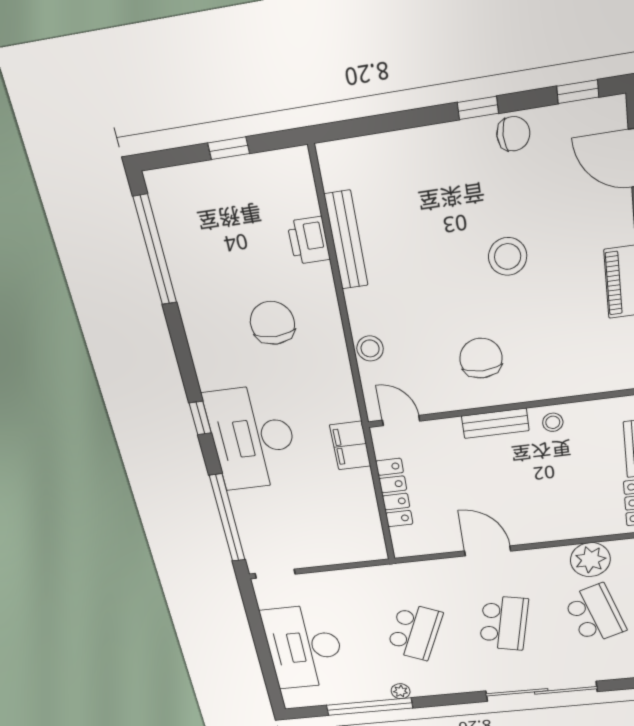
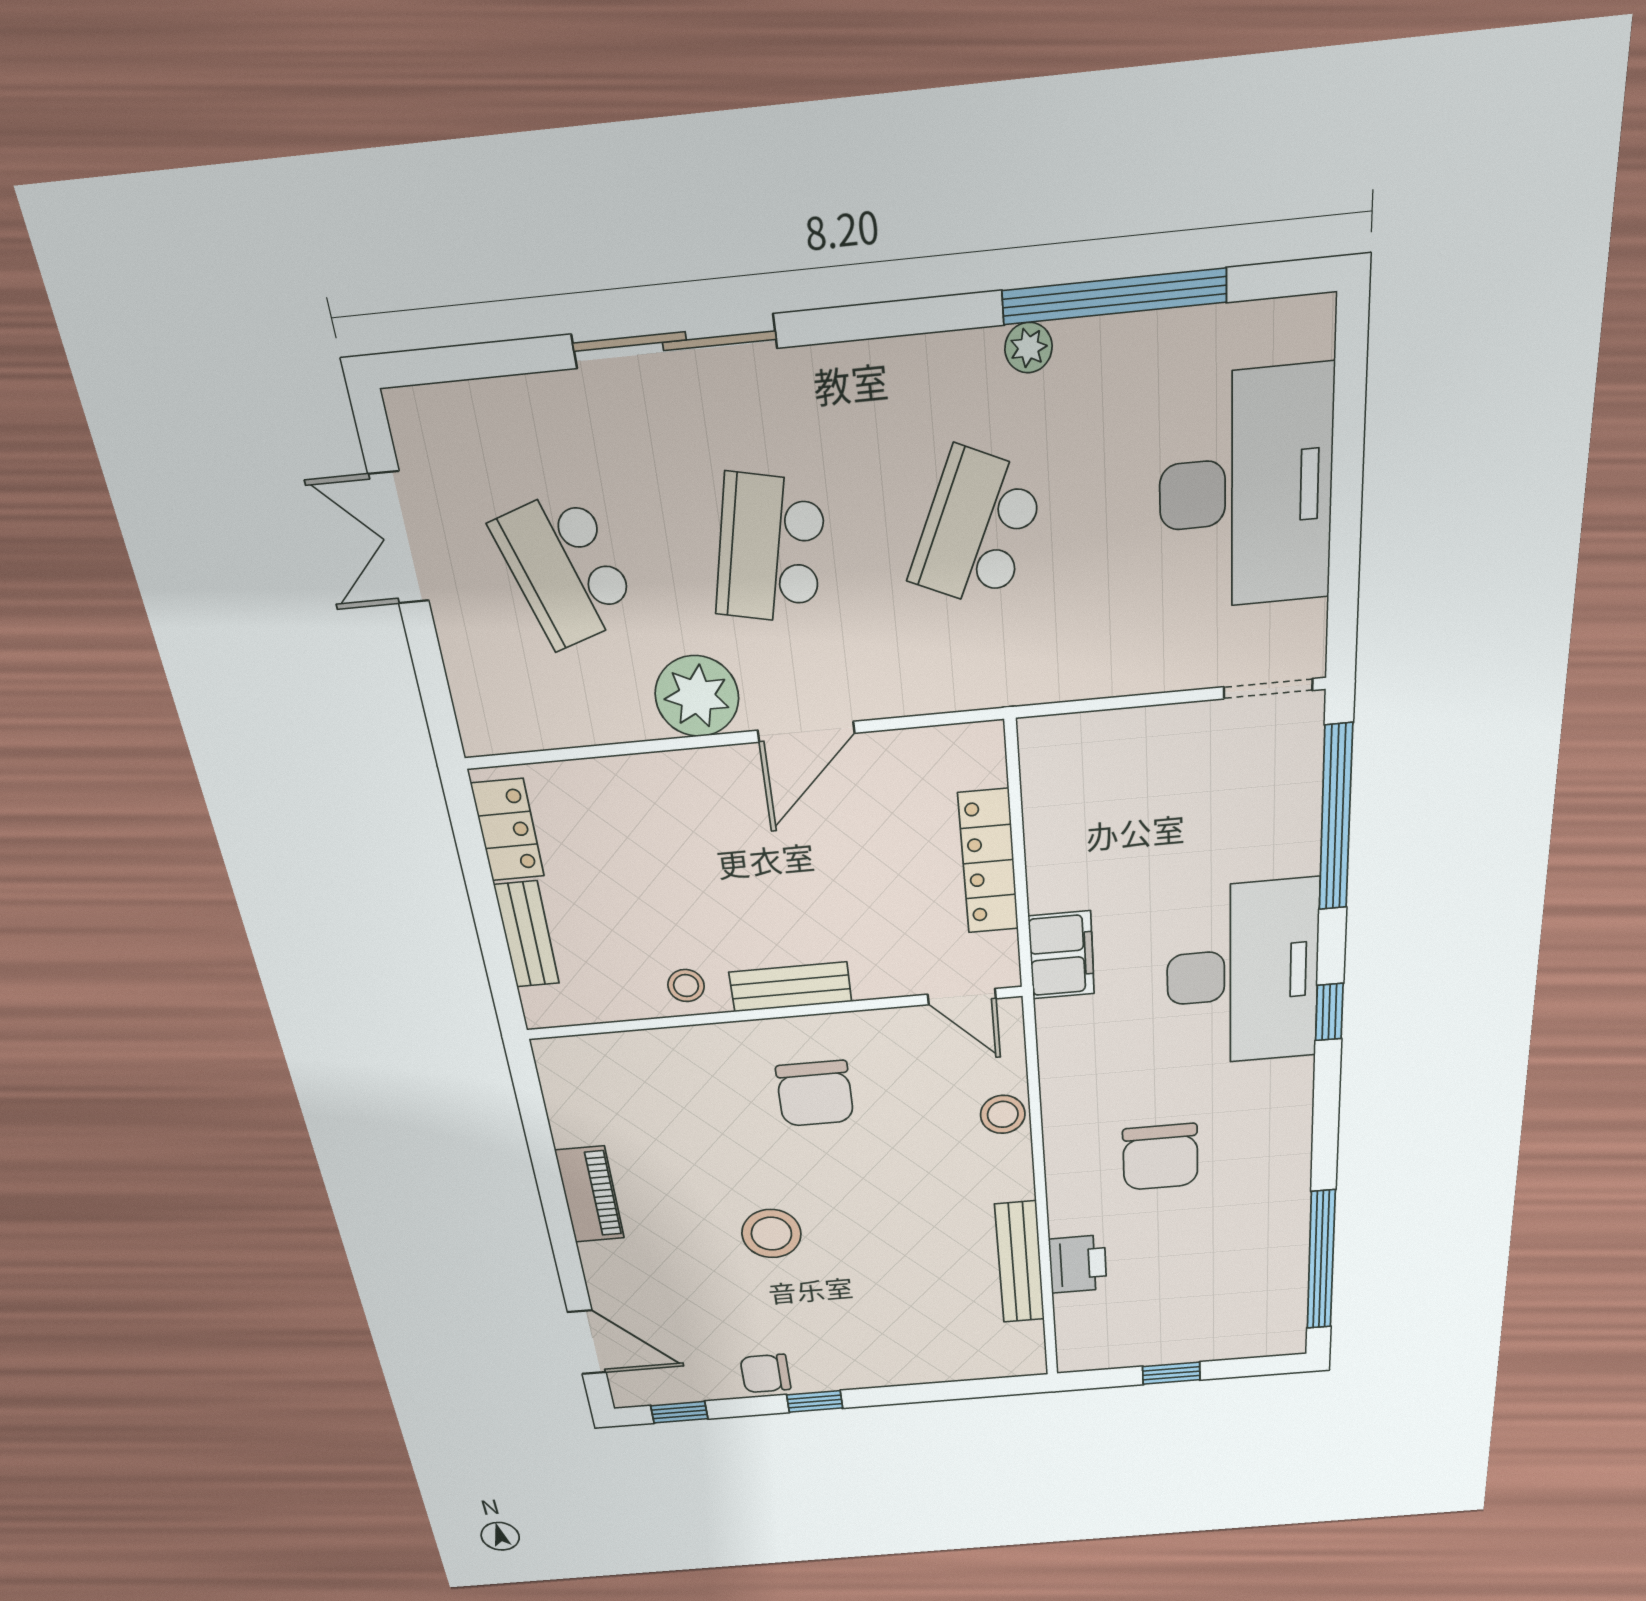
door: (488, 551) -> (806, 732), hinge flipped
plant: (590, 560) -> (697, 696), moved
sliding door: (541, 691) -> (674, 341), width x0.73

